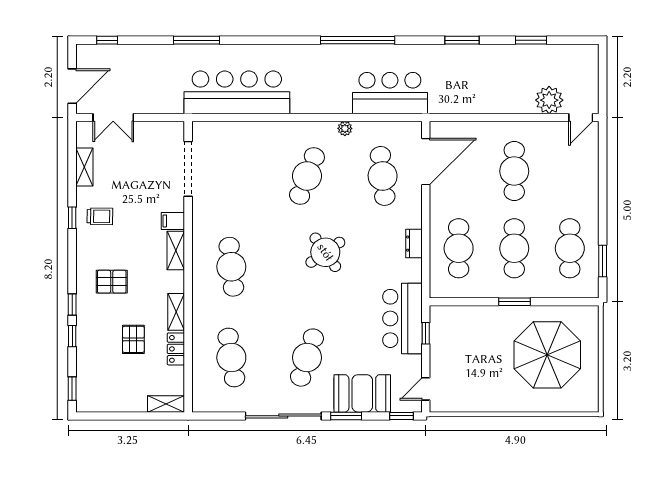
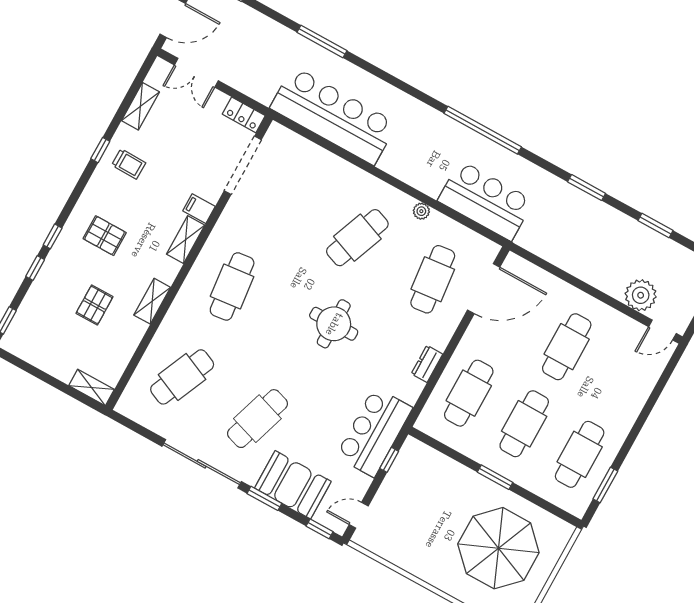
round table: (325, 252) -> (334, 324), turned 35
locker: (176, 349) -> (244, 115), moved, turned -90
cafe table: (231, 358) -> (182, 377), turned 33

